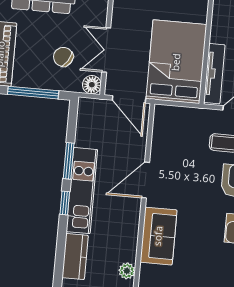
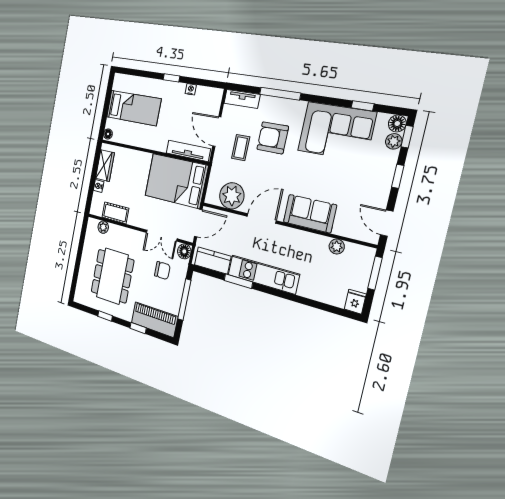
chair: (63, 57) -> (162, 270), turned -122
plant: (167, 139) -> (232, 196), added
door: (145, 180) -> (262, 218), swing flipped
window: (65, 203) -> (271, 291), removed
kitchen counter: (75, 256) -> (213, 261), moved

